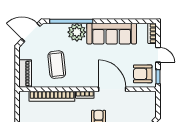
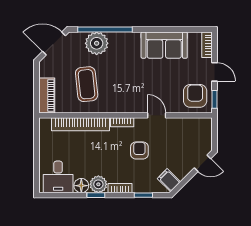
plant: (77, 32) -> (97, 43), moved
sofa: (112, 34) -> (164, 45), width x0.73
armchair: (143, 74) -> (195, 96), turned 90
door: (112, 89) -> (157, 115), width x0.53

